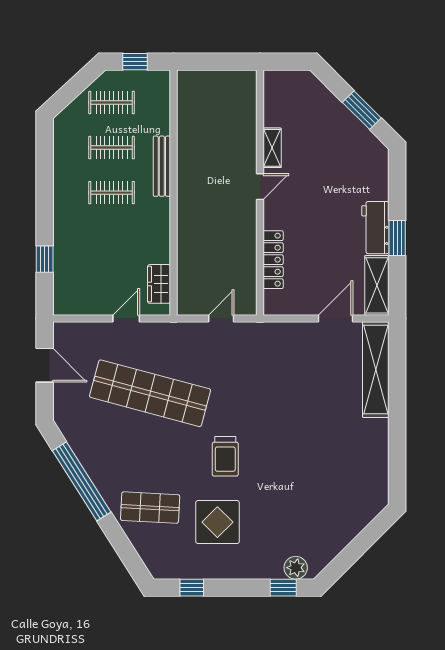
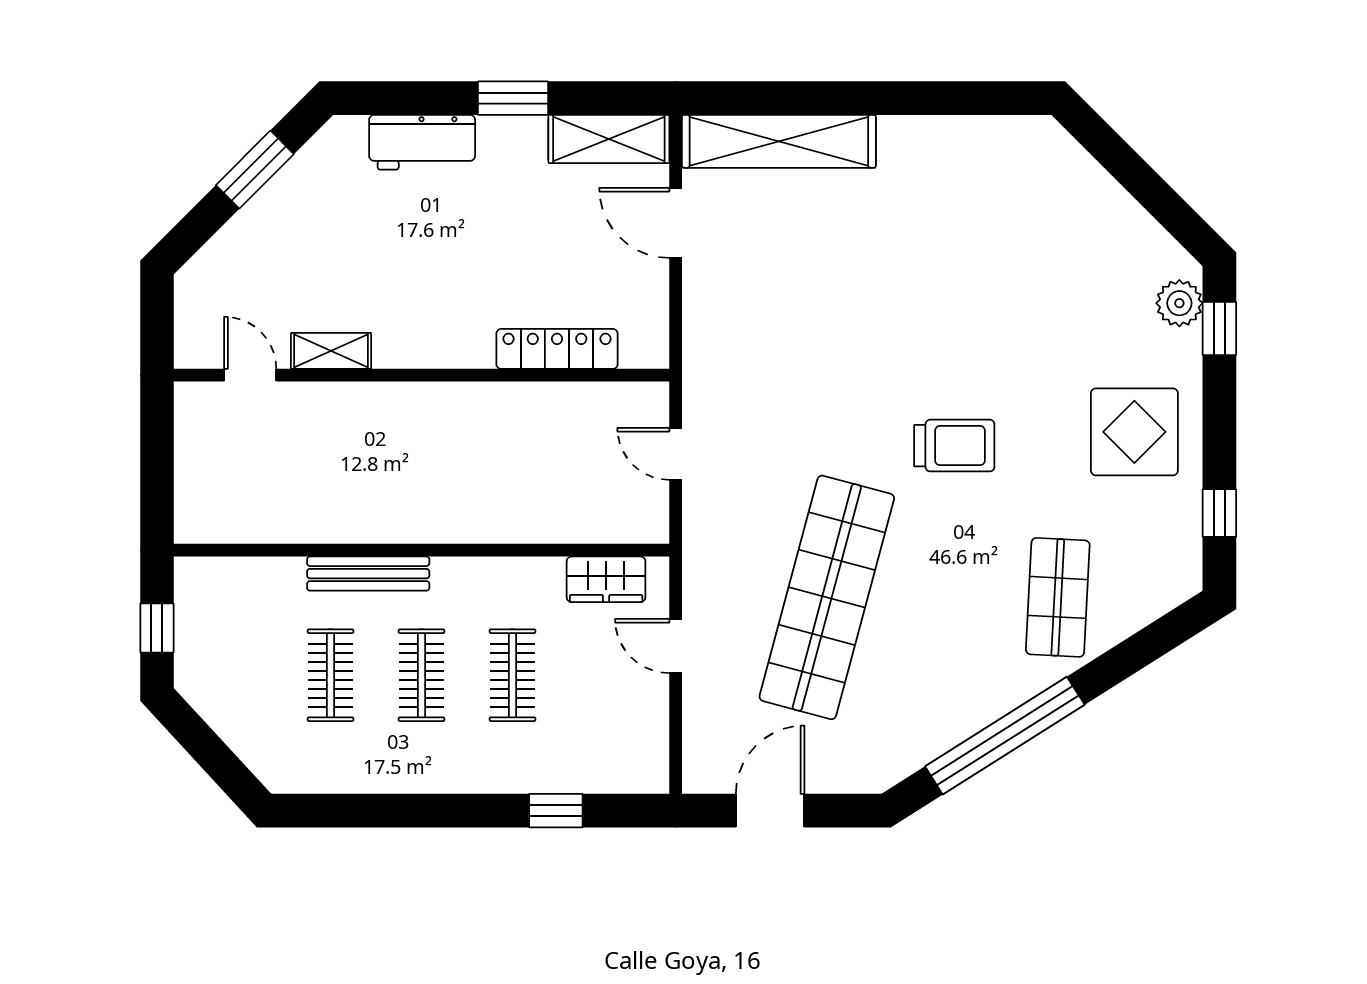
clothes rail: (112, 102) -> (513, 675), moved
door: (260, 187) -> (250, 375), moved
workbench: (375, 228) -> (422, 142), moved
display table: (217, 522) -> (1134, 432), moved

